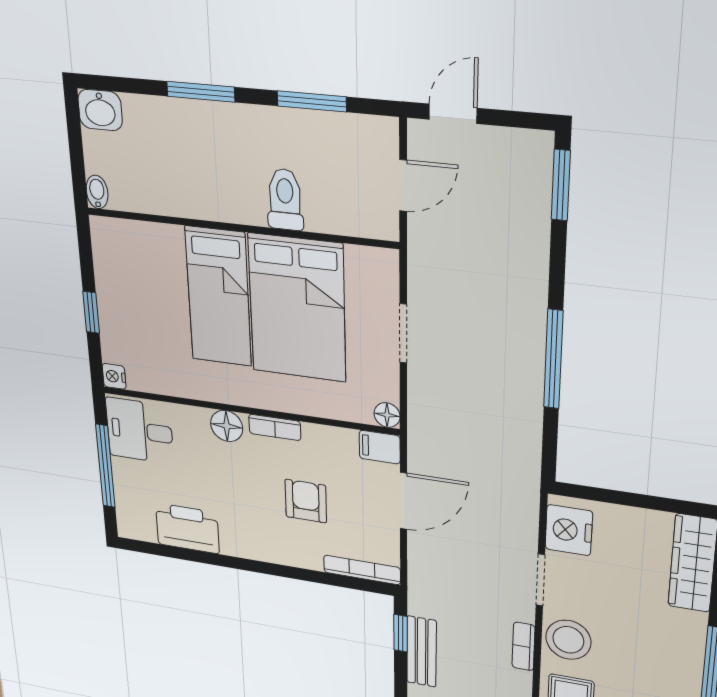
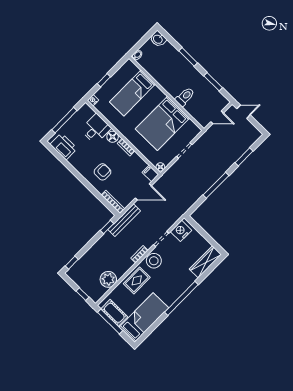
window: (561, 185) -> (244, 157), moved
bed: (218, 297) -> (132, 93), moved
desk: (140, 431) -> (96, 129), moved, turned 90
armchair: (306, 501) -> (103, 172), moved
printer: (187, 528) -> (64, 146), moved
bench: (421, 652) -> (124, 220), moved, width x1.36

